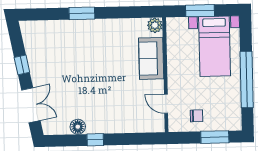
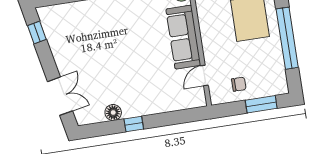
sofa: (151, 58) -> (183, 37), width x1.36
window: (22, 65) -> (37, 33), moved
door: (166, 104) -> (204, 76), hinge flipped

